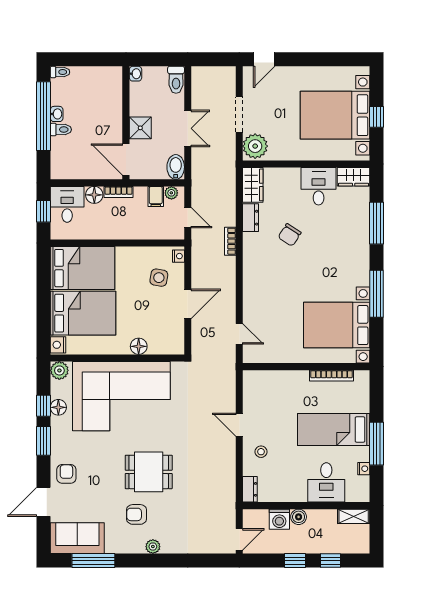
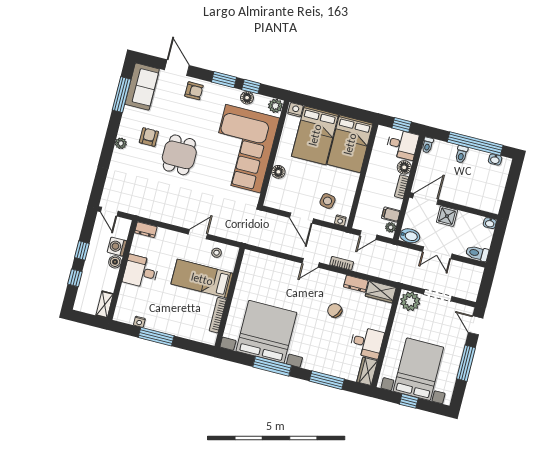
window: (313, 59) -> (466, 363), added
toilet: (60, 72) -> (427, 145), moved
washbasin: (57, 114) -> (495, 160), moved
bed with nightstands: (337, 325) -> (266, 332), width x1.36
door: (239, 334) -> (311, 263), moved
bed: (334, 429) -> (202, 279), moved, turned -90
stool: (261, 452) -> (217, 253), moved
desk: (326, 482) -> (141, 272), moved

